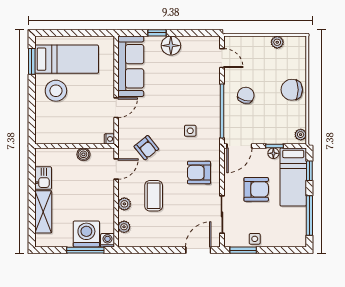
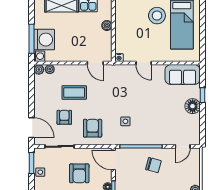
sofa: (131, 66) -> (183, 75), width x0.73
armchair: (146, 148) -> (64, 117), moved, turned 129
boiler: (83, 154) -> (107, 26), moved
plant: (124, 204) -> (39, 69), moved

